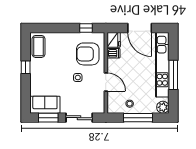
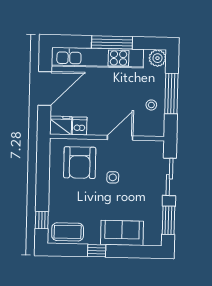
window: (86, 28) -> (42, 220), moved
sofa: (45, 105) -> (122, 233), moved, turned 90

